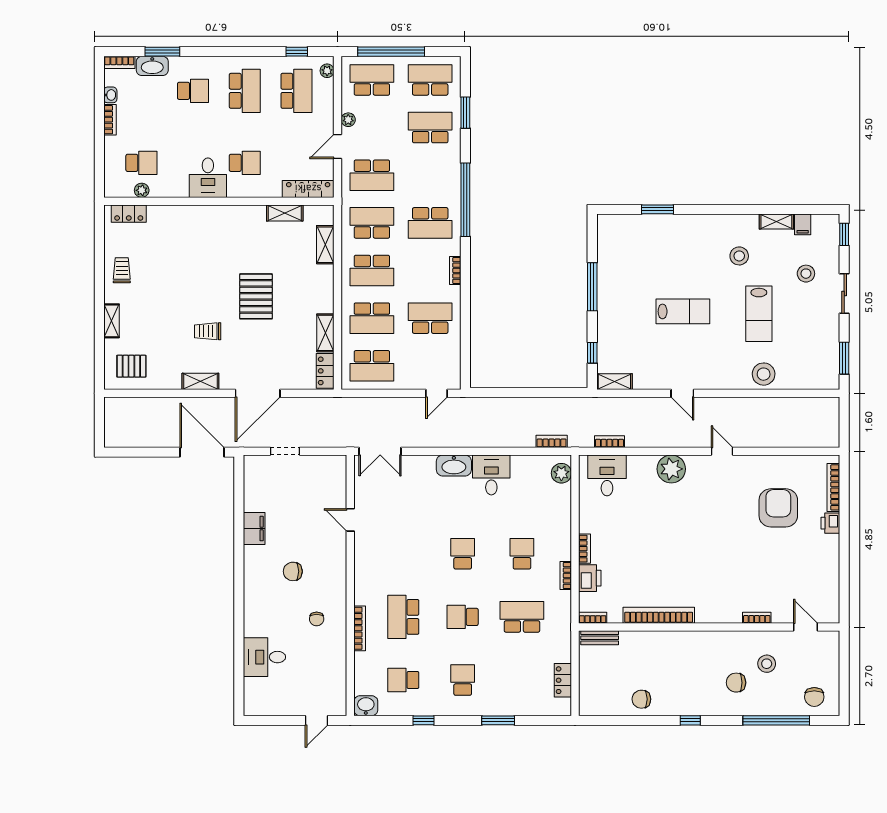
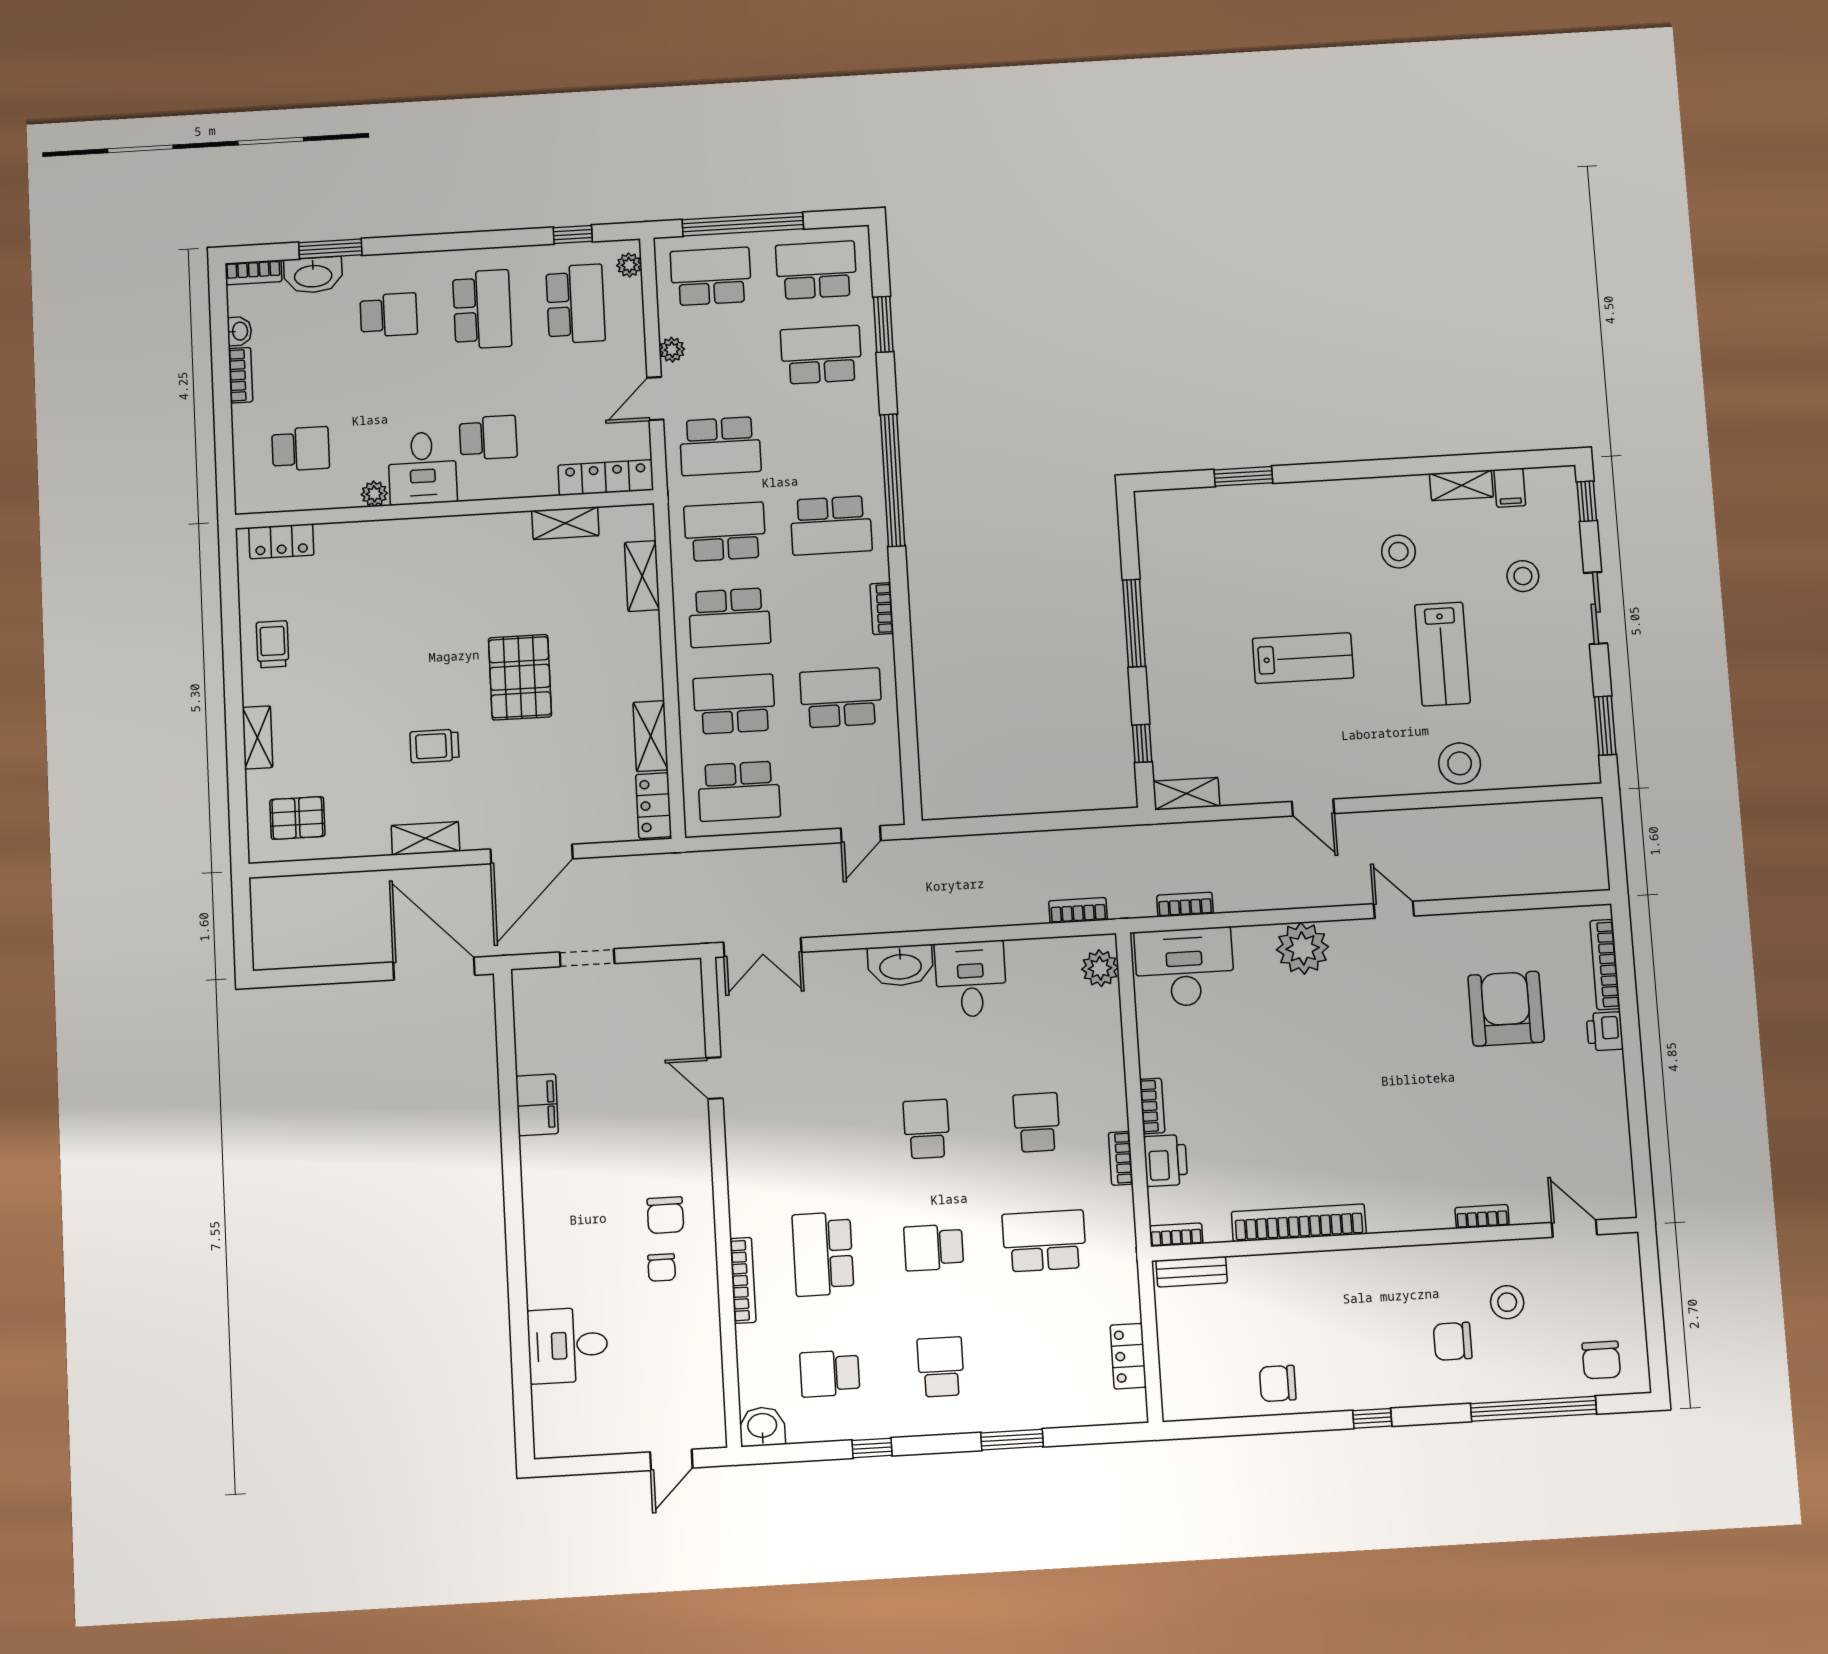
plant: (142, 190) -> (374, 494), moved
school desk: (372, 318) -> (734, 704), turned 180
desk: (607, 475) -> (1185, 967), width x1.37
chair: (293, 571) -> (665, 1215), moved, turned -90

